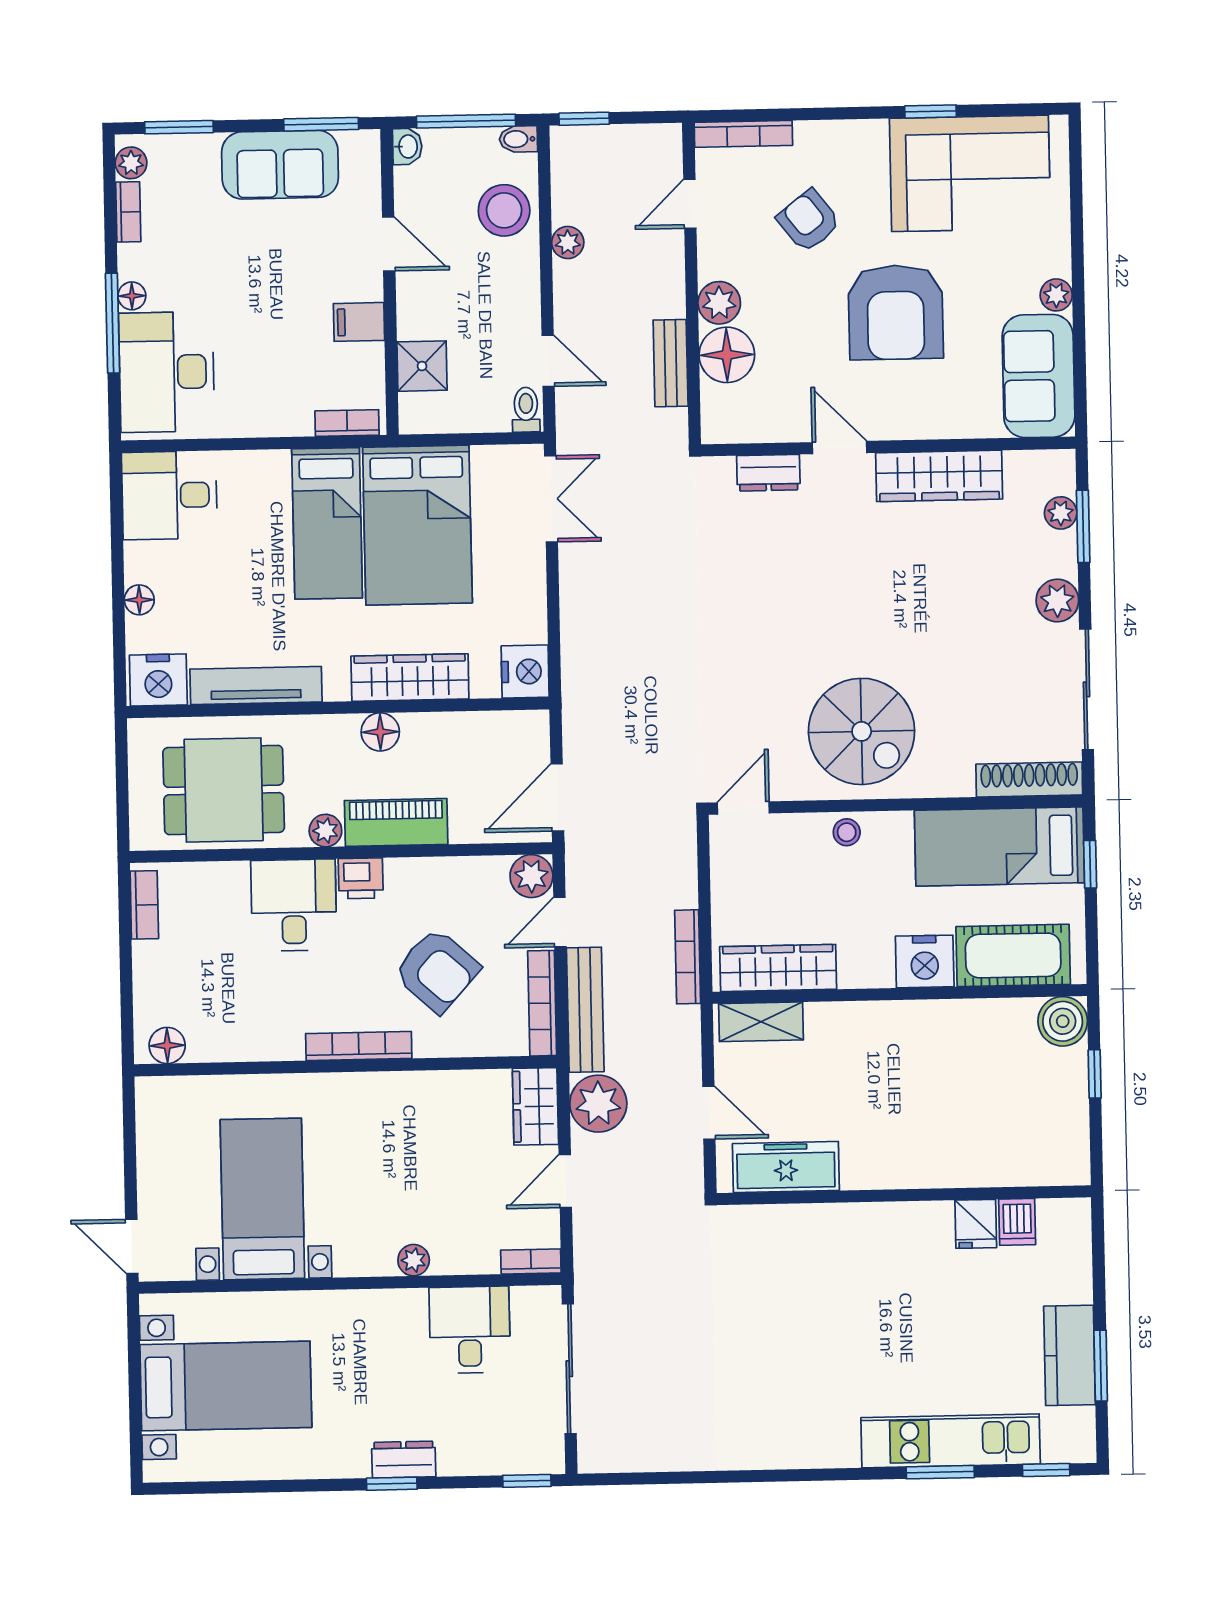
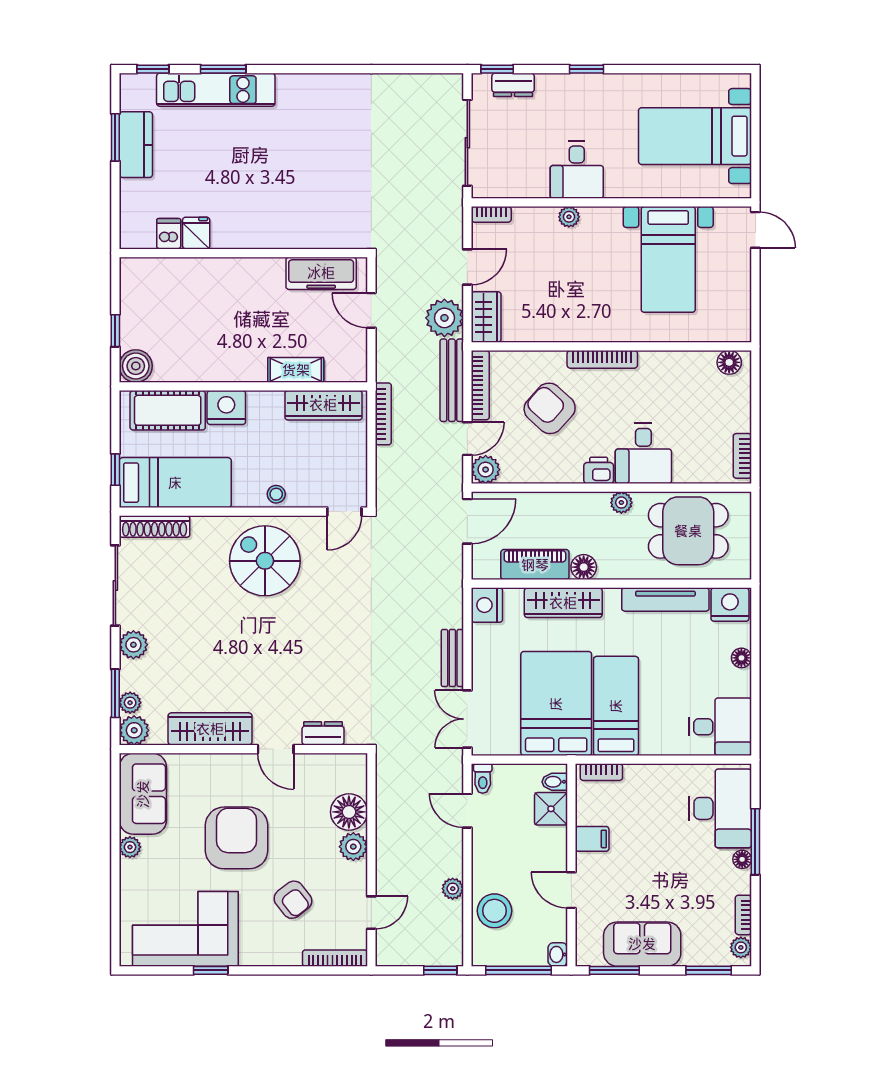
bidet: (518, 139) -> (555, 782), moved, turned 180
bench: (671, 363) -> (452, 658), moved
plant: (1054, 471) -> (134, 730), added
piano: (396, 822) -> (535, 565), moved, turned 180
shelving: (761, 1022) -> (296, 370), moved
desk: (470, 1330) -> (577, 170), moved
dresser: (404, 1460) -> (513, 85), moved

